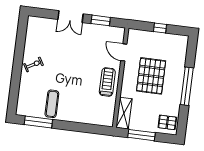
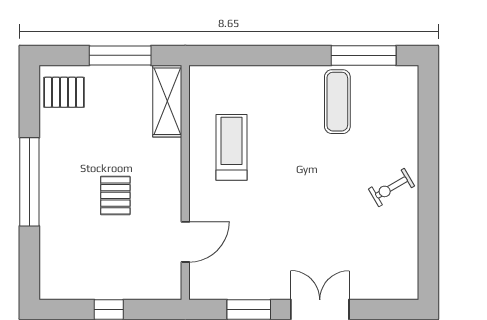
door: (124, 52) -> (185, 242), hinge flipped
pallet: (151, 76) -> (115, 195), width x0.49, depth x0.50
treadmill: (107, 82) -> (231, 147), moved, turned 180

